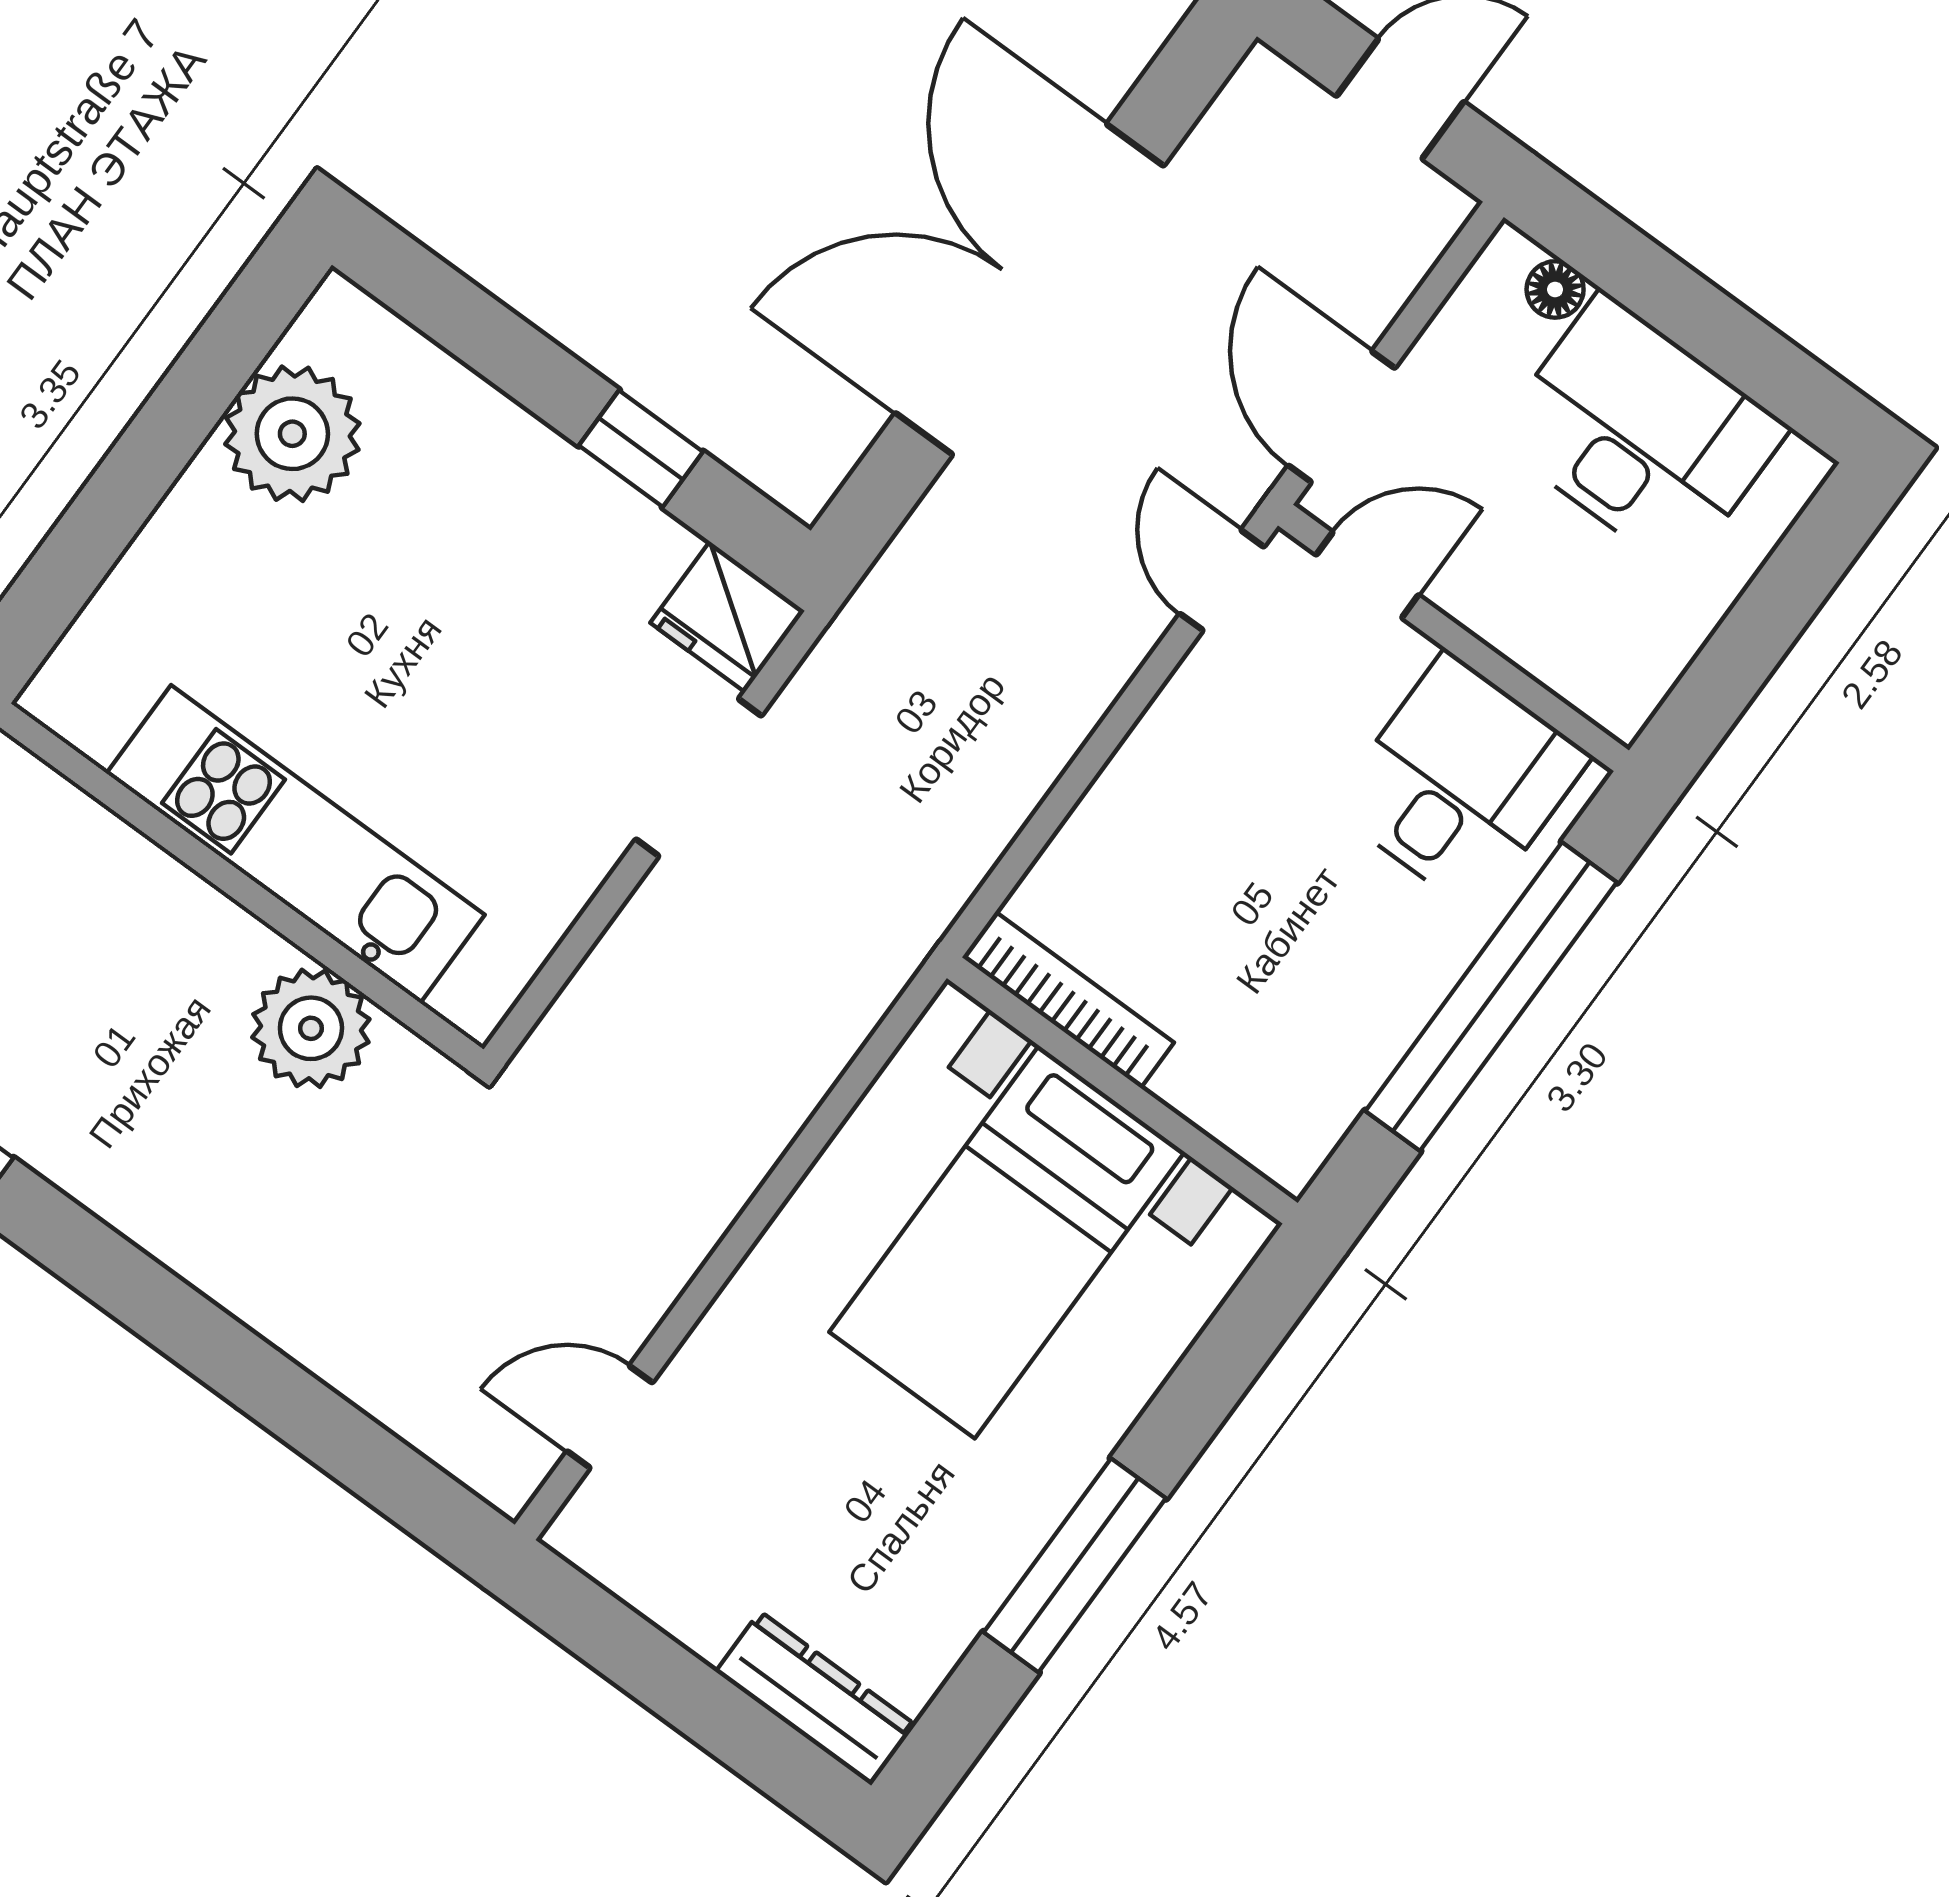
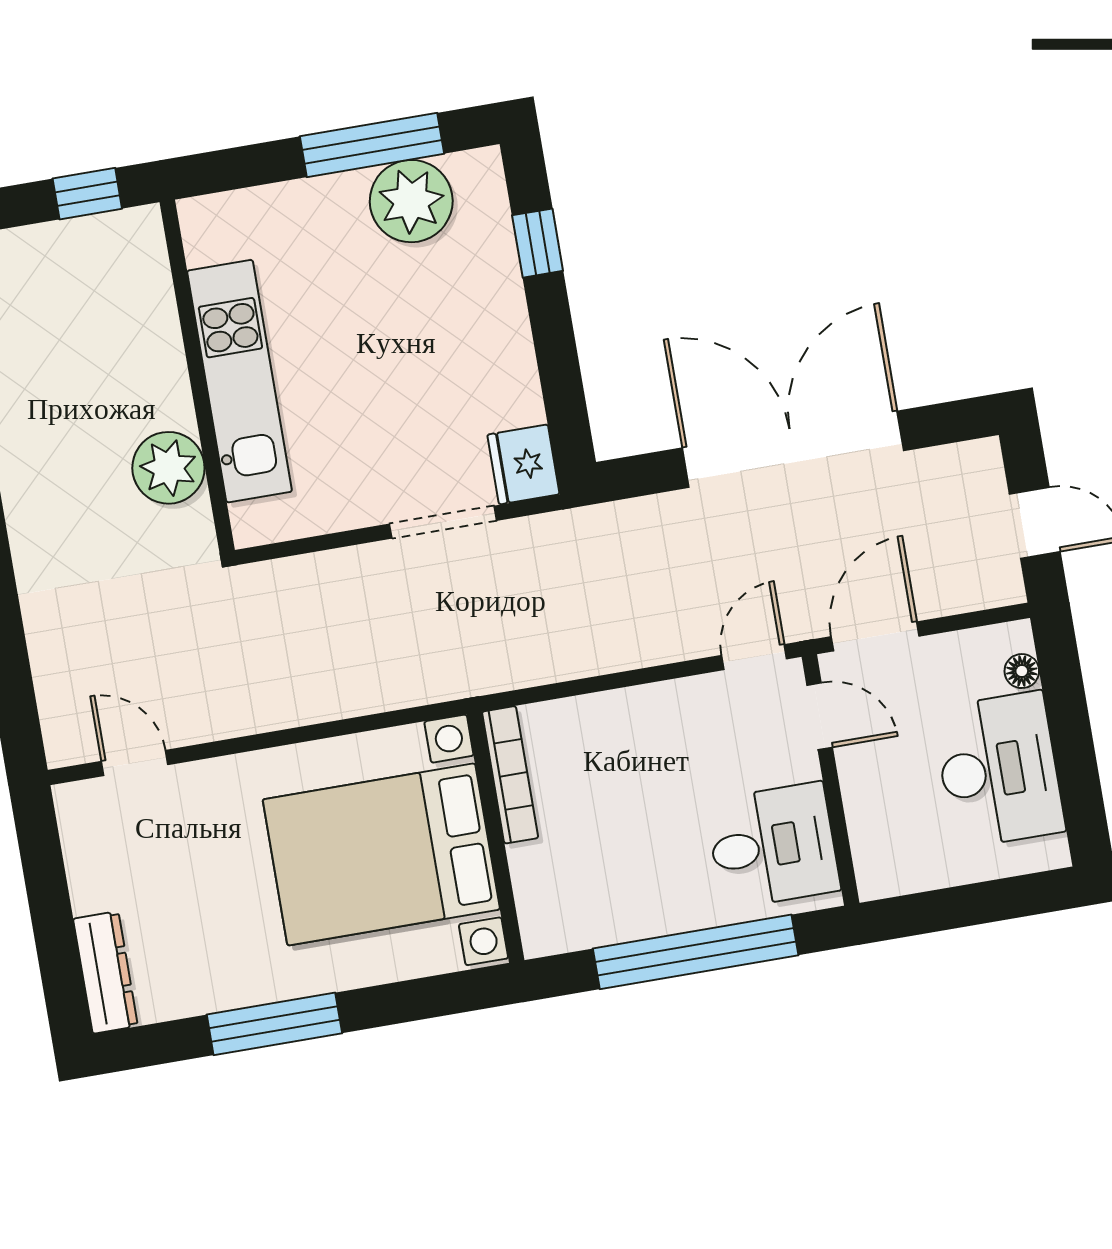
window: (181, 412) -> (372, 145), added
window: (641, 449) -> (538, 243), moved
bed with nightstands: (1007, 1242) -> (381, 854), width x1.36

